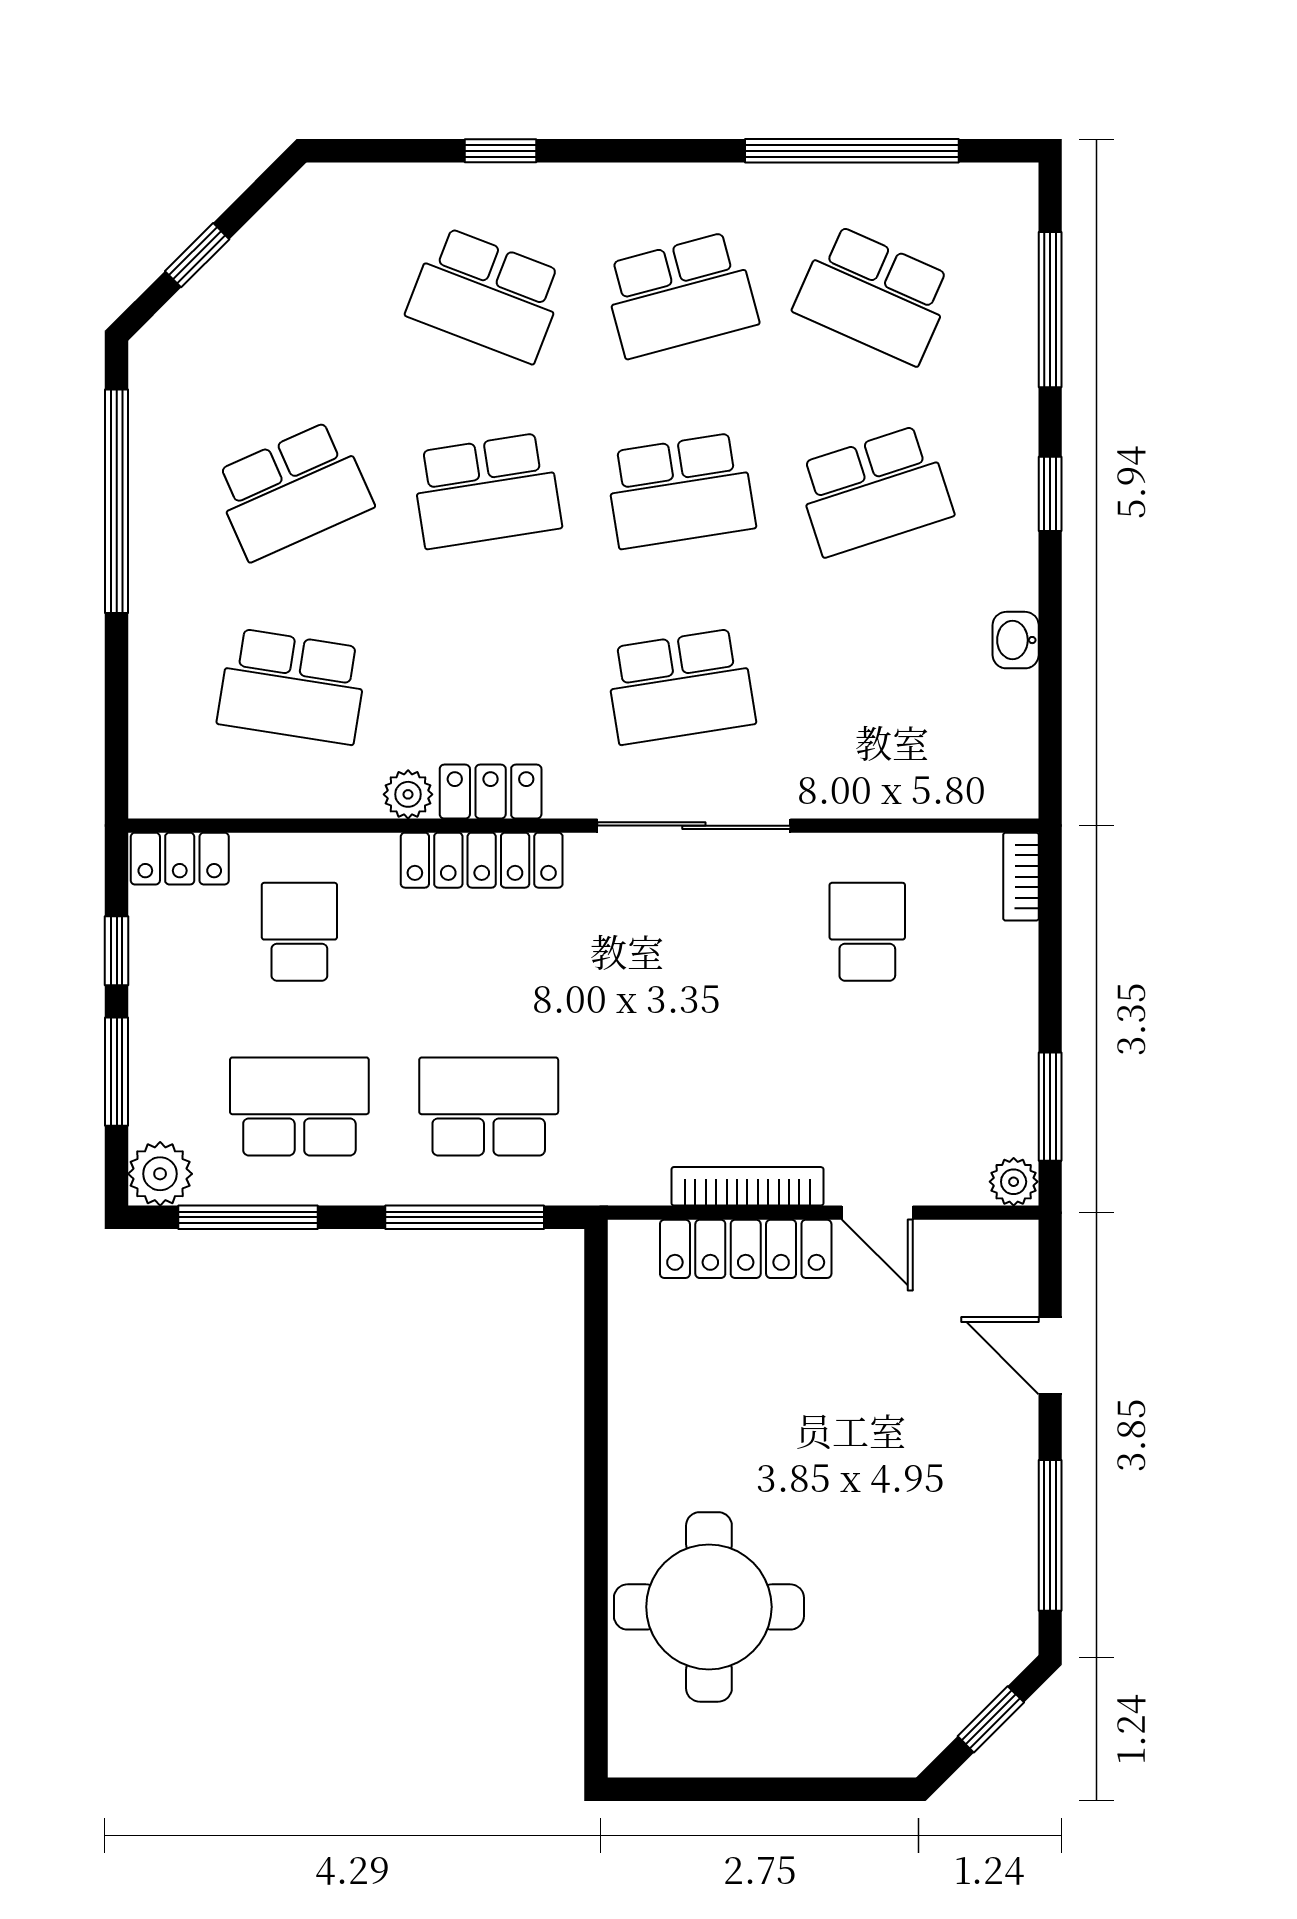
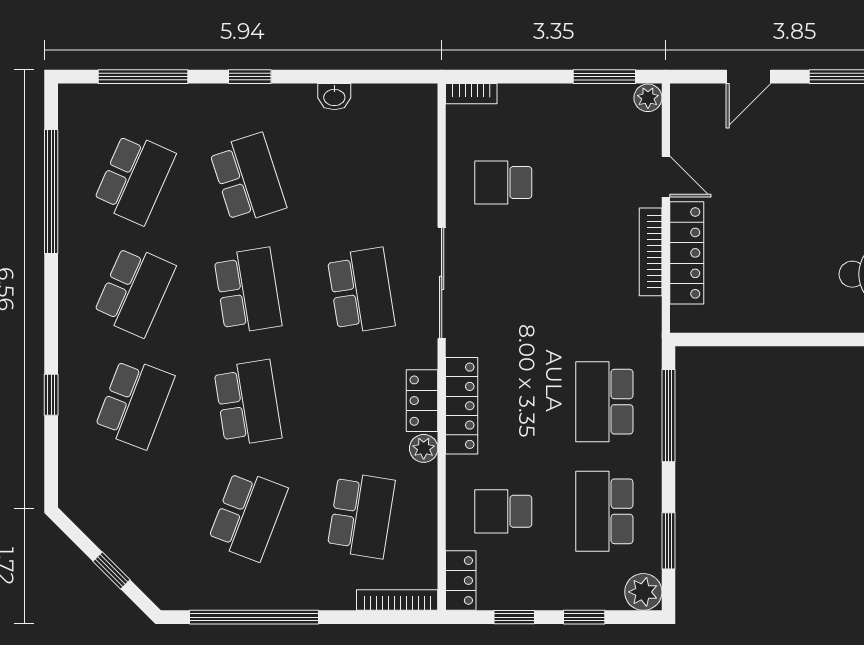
school desk: (680, 295) -> (134, 291), turned 39
school desk: (292, 491) -> (248, 515), turned 45
bookcase: (146, 749) -> (397, 600), added
window: (117, 1072) -> (584, 617), width x0.67
door: (877, 1213) -> (666, 177), hinge flipped
window: (248, 1217) -> (668, 541), width x0.69

